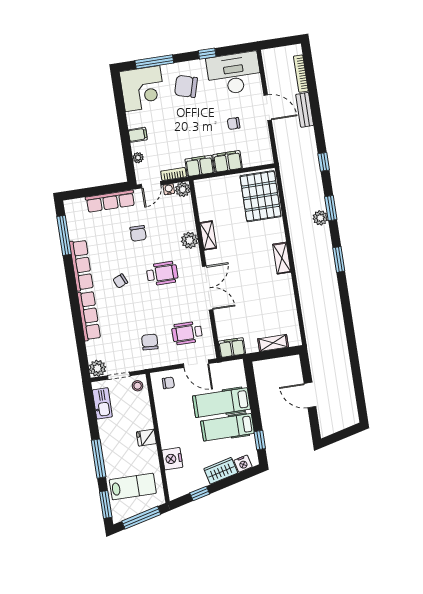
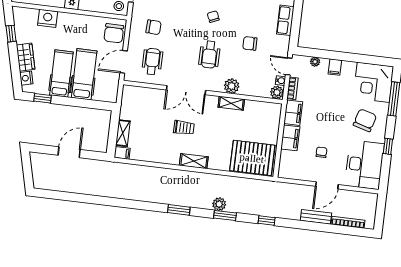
row of seats: (110, 201) -> (285, 20), width x0.68
trolley: (249, 279) -> (184, 128), added
filing cabinet: (232, 348) -> (122, 153), moved, width x0.50
chair: (168, 383) -> (114, 33), width x1.87, depth x1.87

